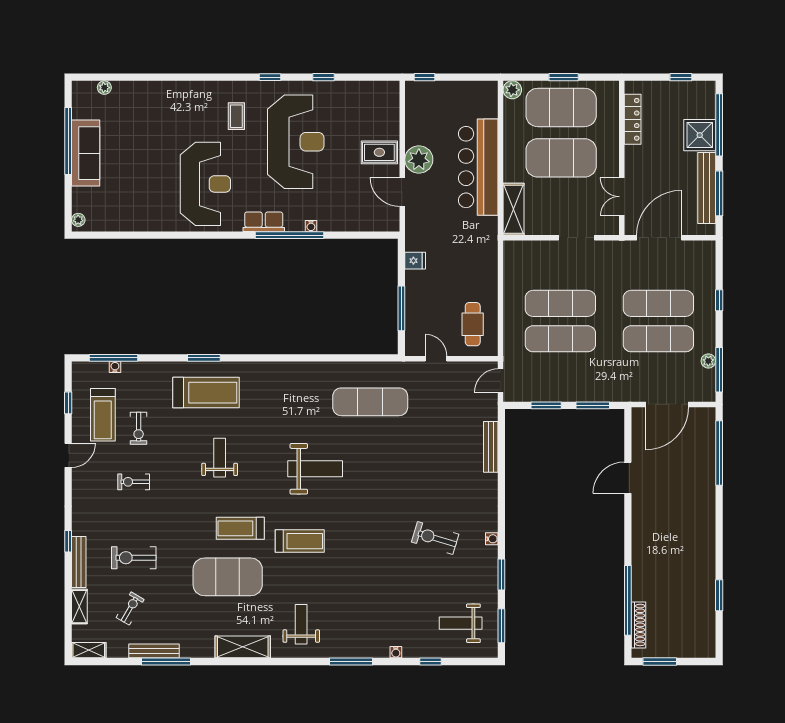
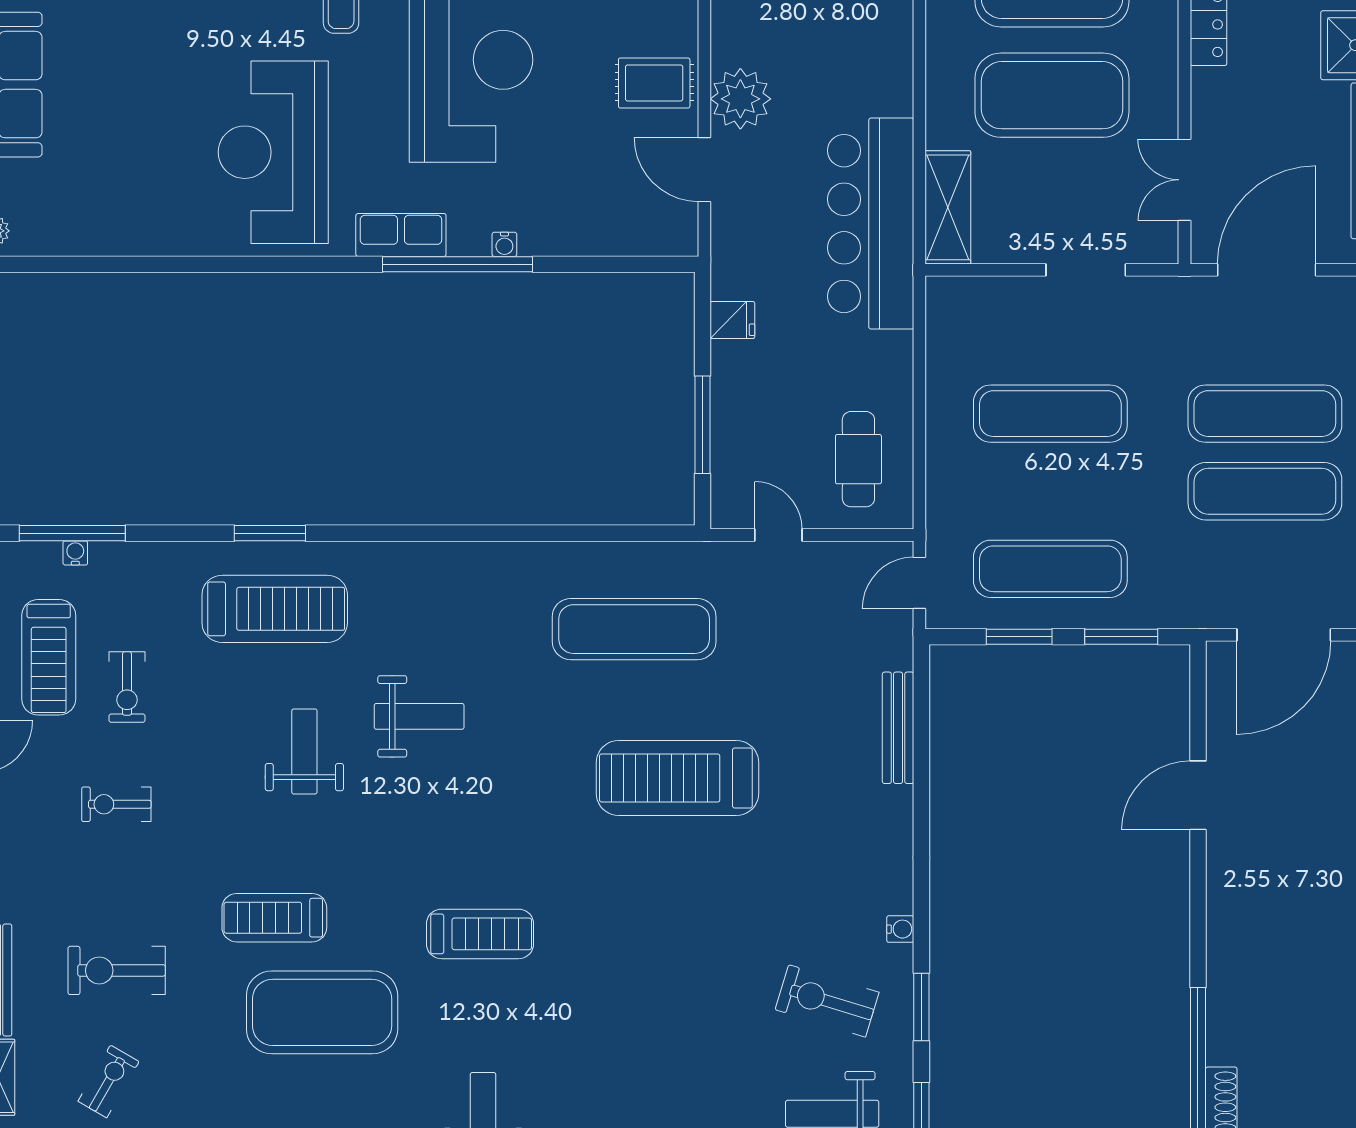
bar counter: (478, 167) -> (871, 224), moved
reception desk: (205, 184) -> (273, 152), turned 180
exercise mat: (560, 339) -> (1050, 569), moved
weight bench: (315, 469) -> (419, 716), moved, width x0.73, depth x0.75
treadmill: (390, 470) -> (677, 778), added
treadmill: (240, 528) -> (274, 918), moved
exercise bike: (435, 538) -> (827, 1001), moved

